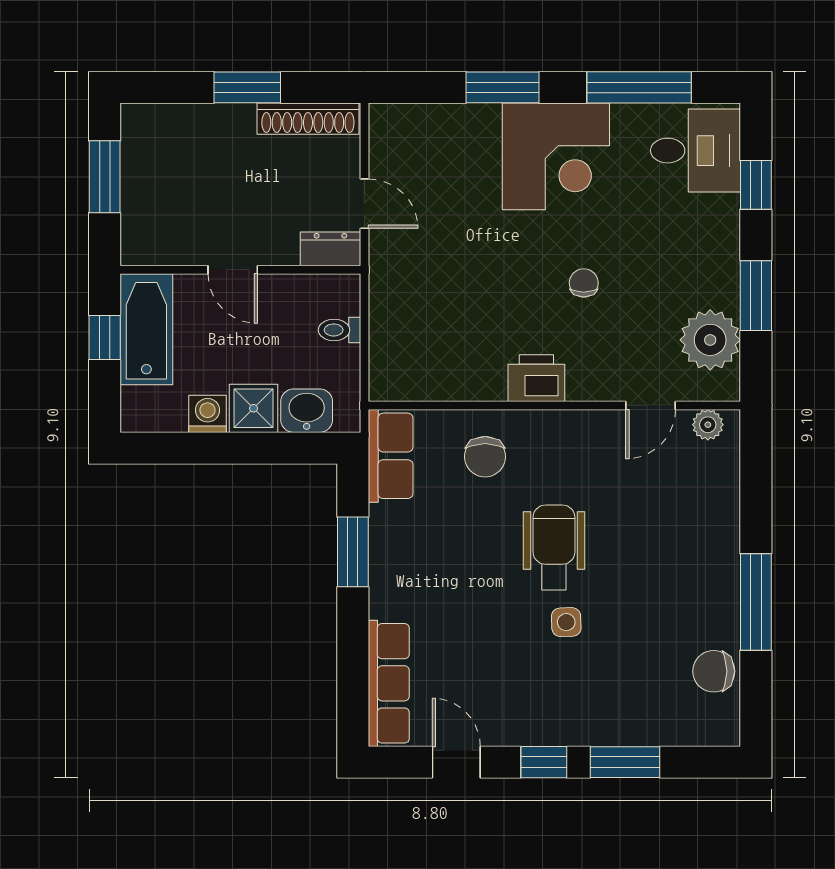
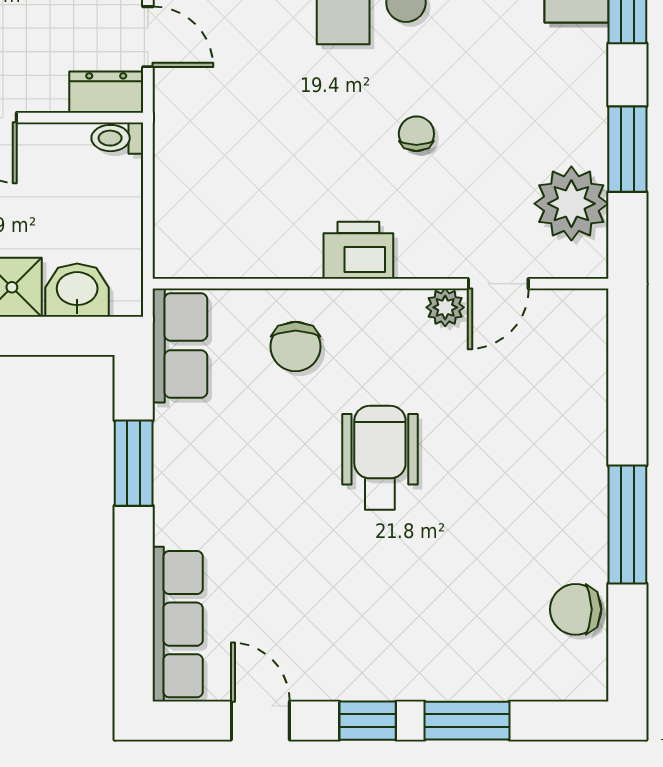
toilet: (340, 330) -> (117, 138), moved
plant: (708, 425) -> (445, 307), moved
side table: (566, 622) -> (395, 549), removed

